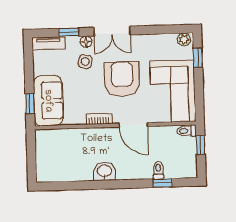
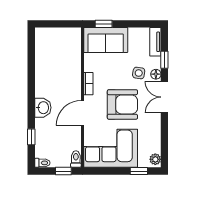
toilet: (158, 170) -> (42, 163), moved
washbasin: (104, 171) -> (43, 108), moved

